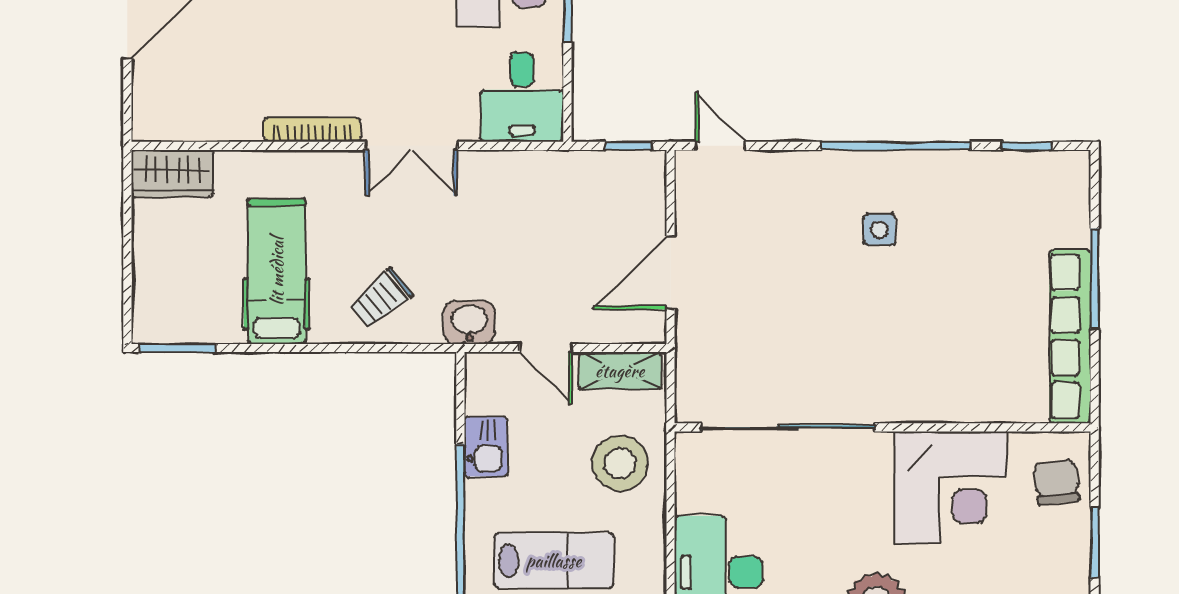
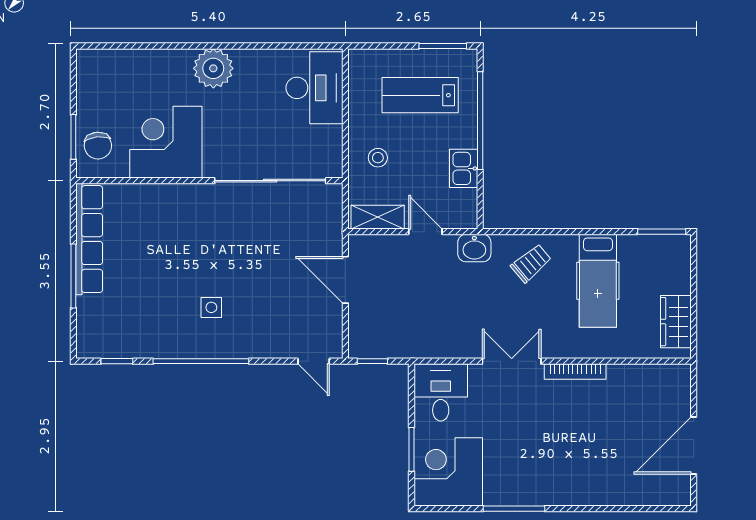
wardrobe: (172, 174) -> (676, 322), moved, turned -90
door: (671, 273) -> (345, 280), swing flipped
stool: (620, 463) -> (378, 158), width x0.53, depth x0.53
window: (1095, 543) -> (73, 137), moved

